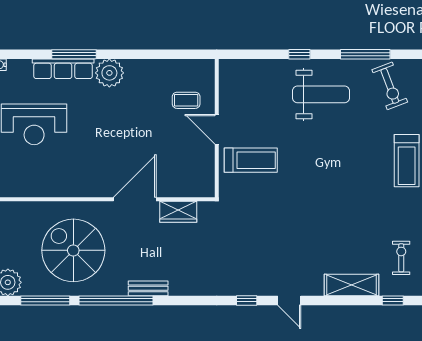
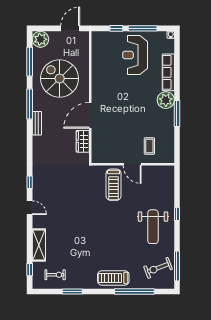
window: (74, 54) -> (177, 113), moved
window: (365, 54) -> (177, 266), moved
door: (217, 129) -> (132, 164), swing flipped
door: (135, 199) -> (90, 115), swing flipped
spiral stairs: (73, 250) -> (60, 78), turned -90
window: (116, 300) -> (30, 104), width x0.68
door: (289, 300) -> (30, 208), swing flipped

